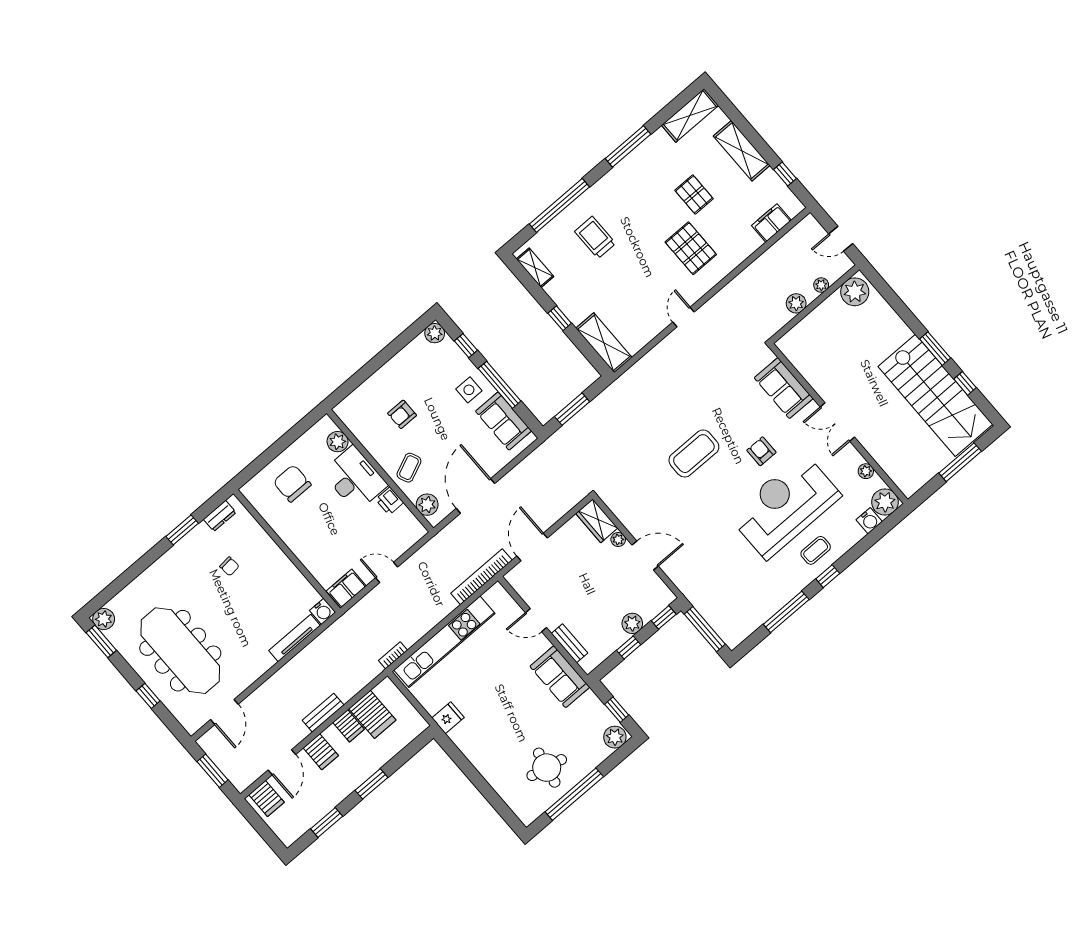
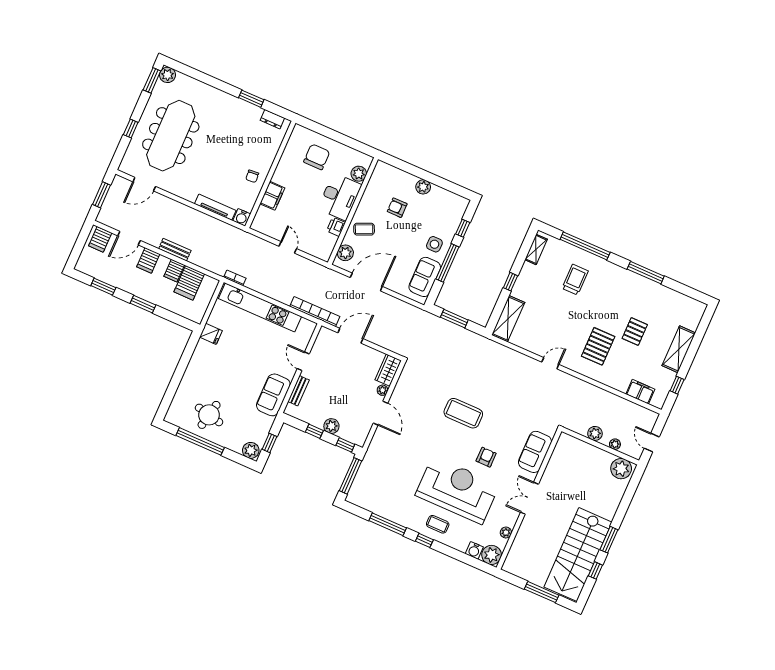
shelving: (690, 115) -> (686, 304), removed
plant: (435, 333) -> (423, 187), moved
chair: (229, 566) -> (252, 176), moved
filing cabinet: (346, 588) -> (272, 196), moved, turned 90

